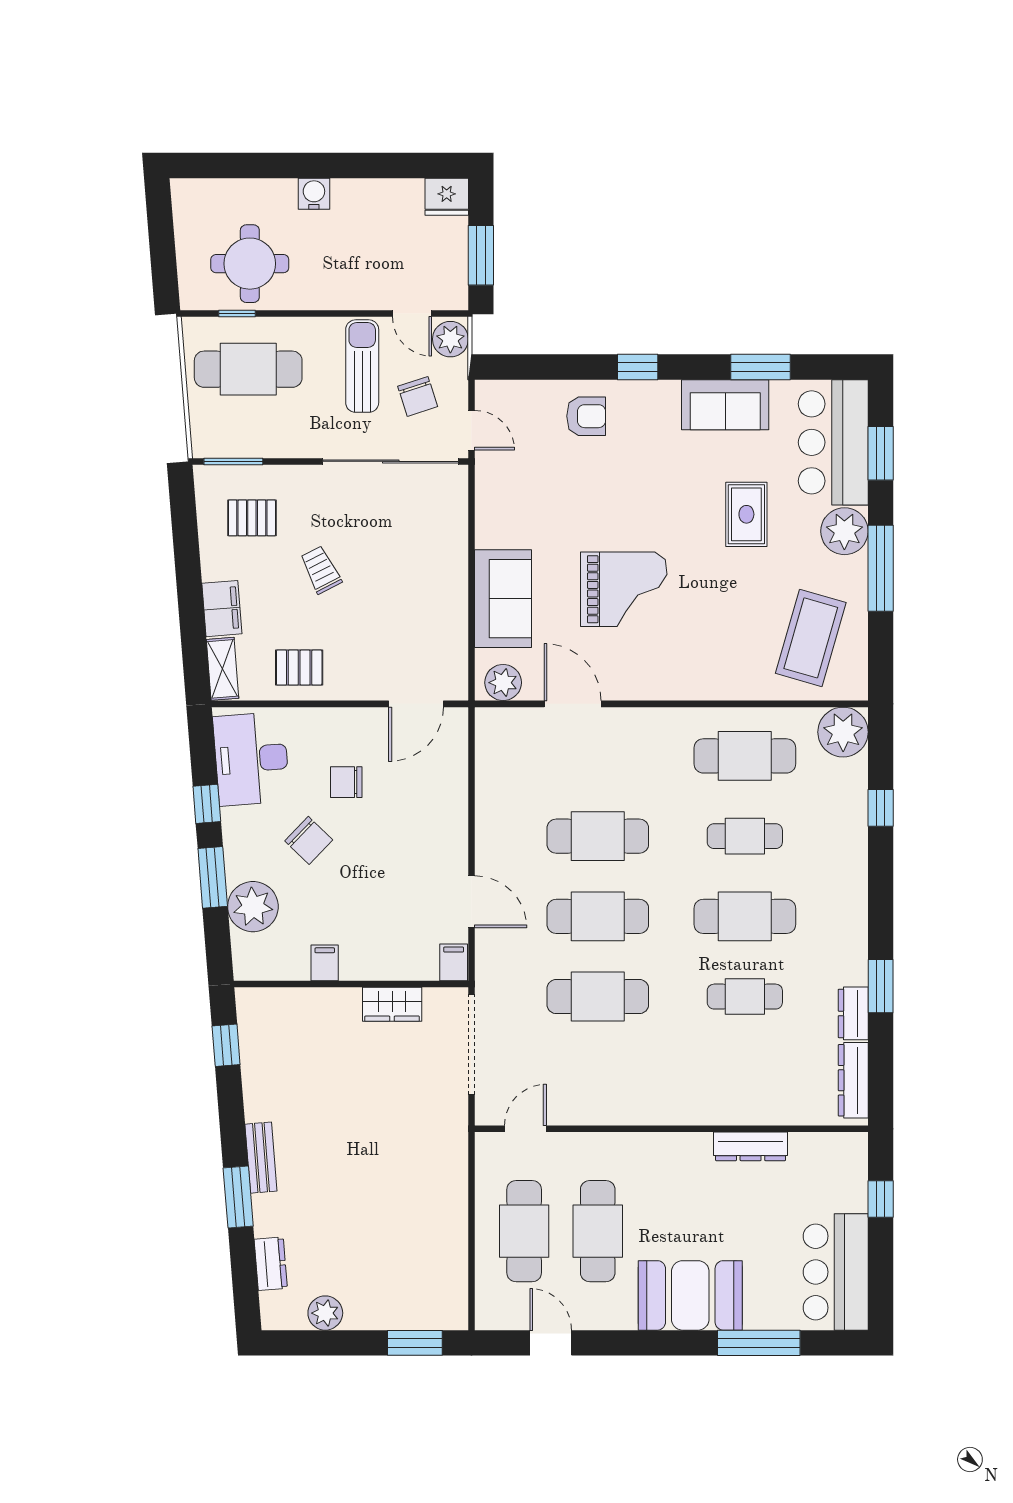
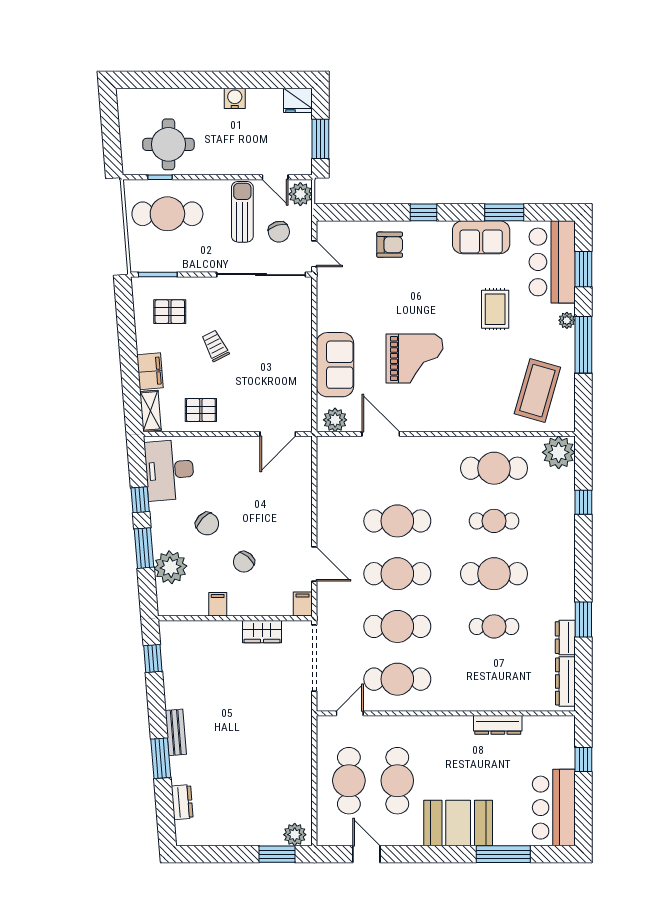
water cooler: (314, 194) -> (235, 98), moved
plant: (844, 531) -> (567, 320), width x0.53, depth x0.53
chair: (346, 782) -> (244, 562), moved, turned -50
cafe table: (598, 1077) -> (397, 679), added
plant: (325, 1313) -> (295, 835), moved

